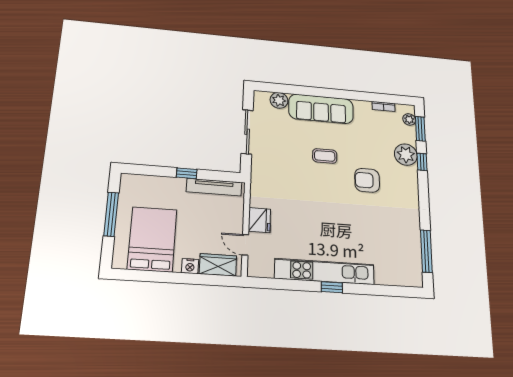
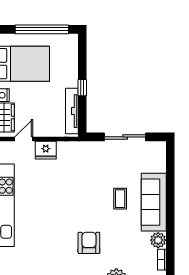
plant: (279, 100) -> (158, 240), moved
coffee table: (325, 156) -> (120, 199), moved
window: (111, 214) -> (42, 29), width x1.46

